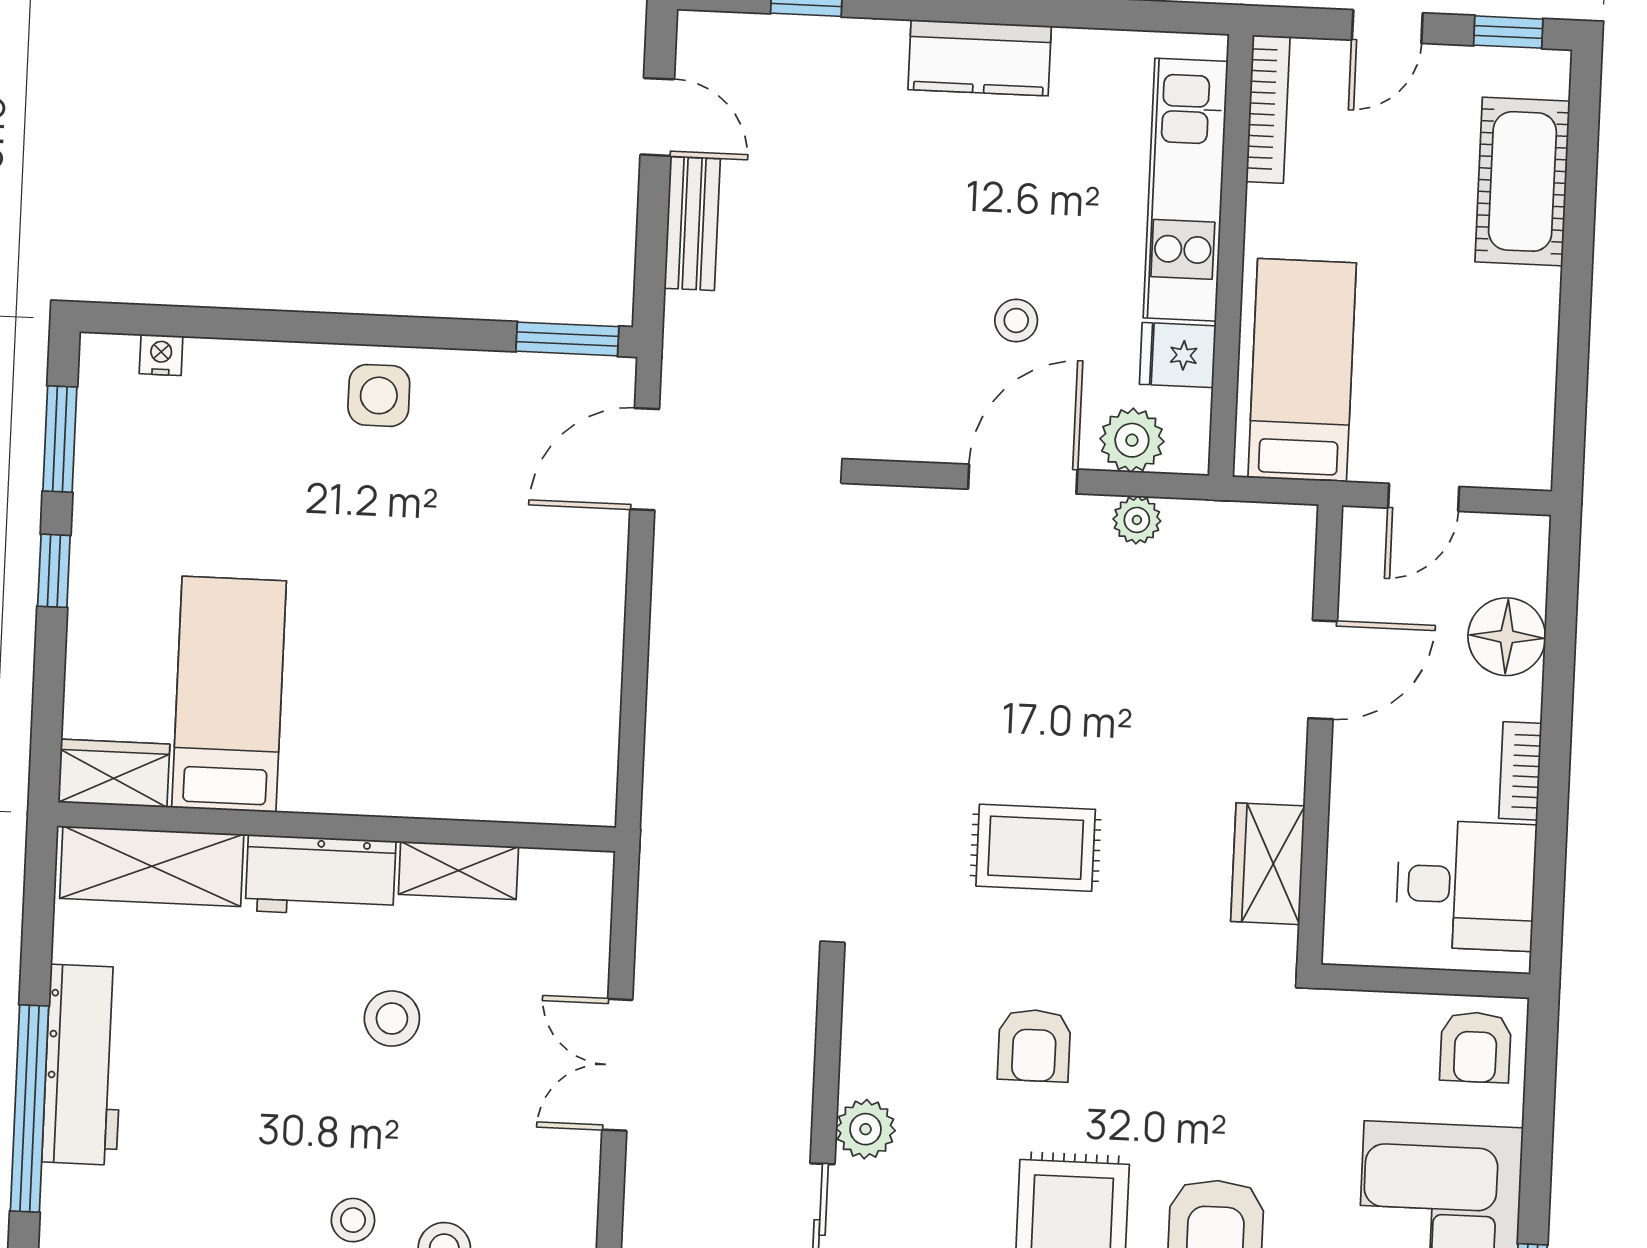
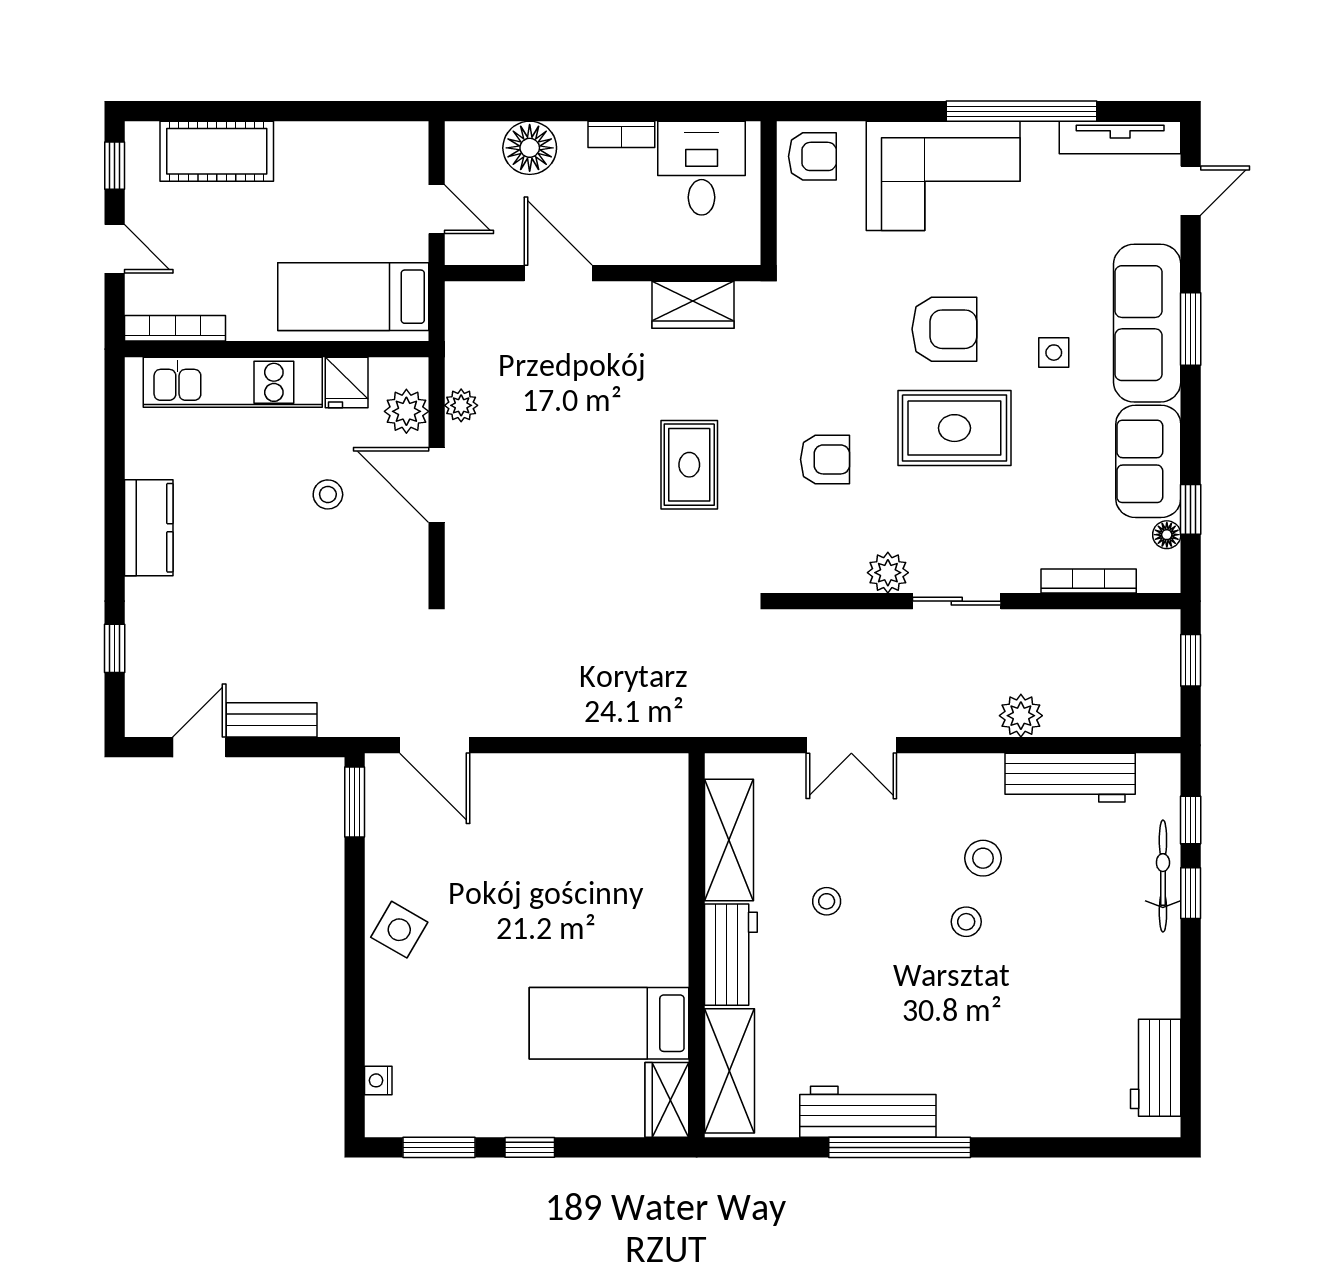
side table: (379, 395) -> (399, 930), turned 30
shelving: (458, 871) -> (729, 840), width x1.50, depth x1.33
stool: (392, 1019) -> (827, 901), width x0.73, depth x0.73

